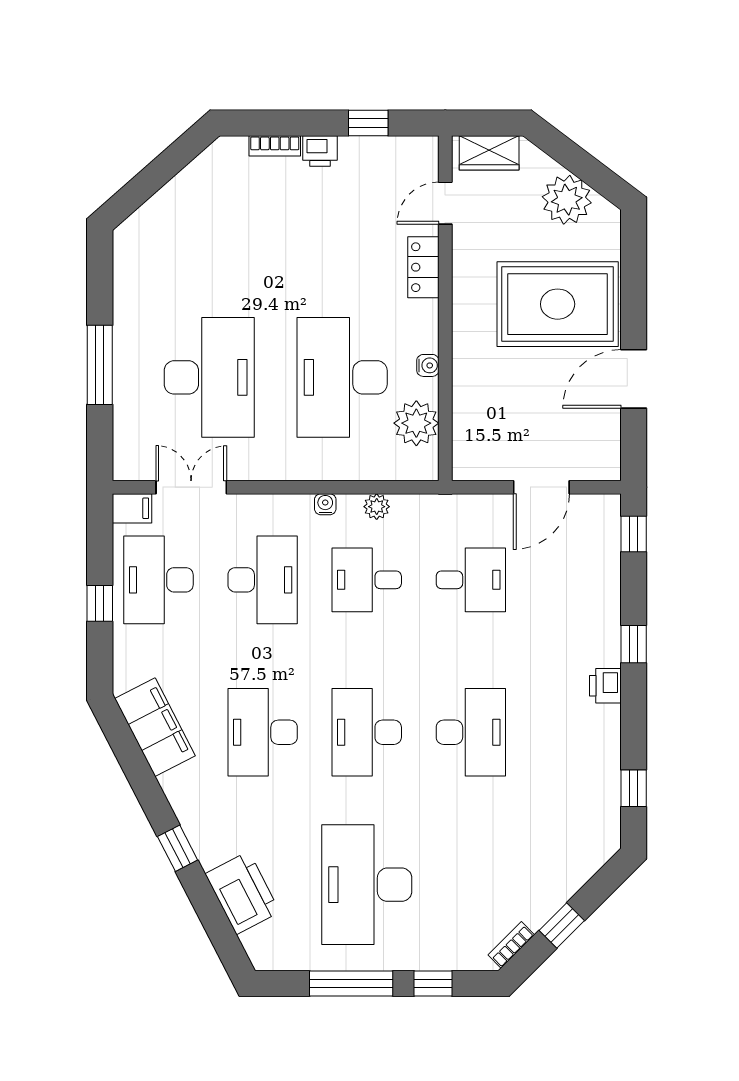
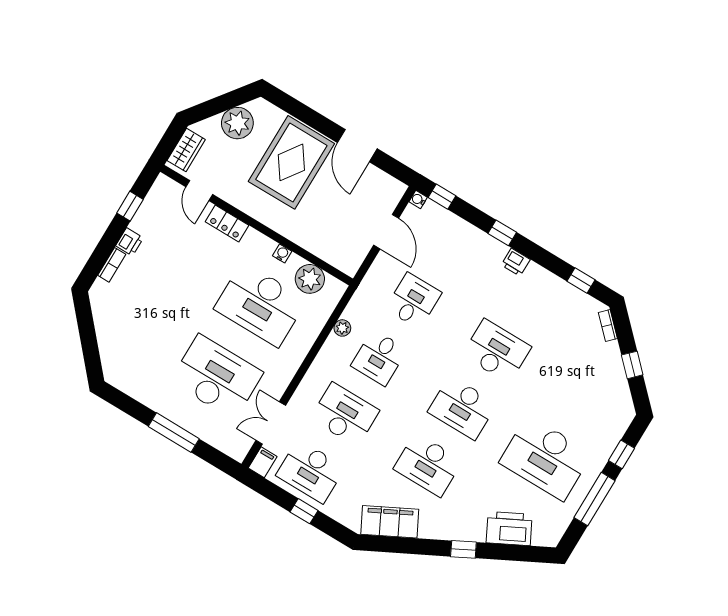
water cooler: (325, 504) -> (418, 200), moved
bookcase: (511, 945) -> (608, 326), moved

